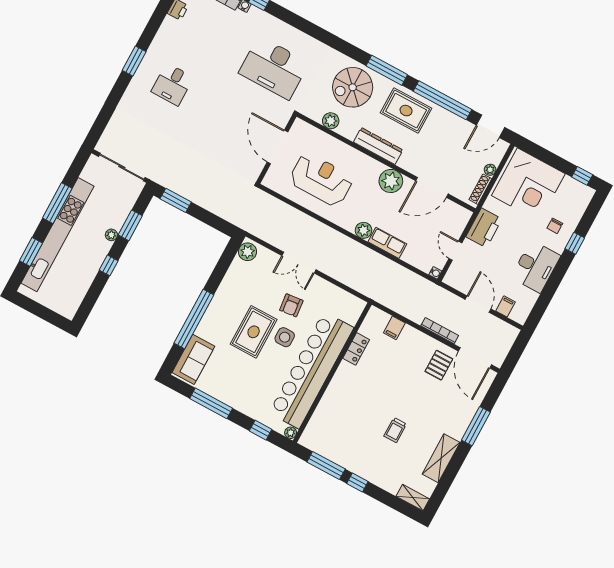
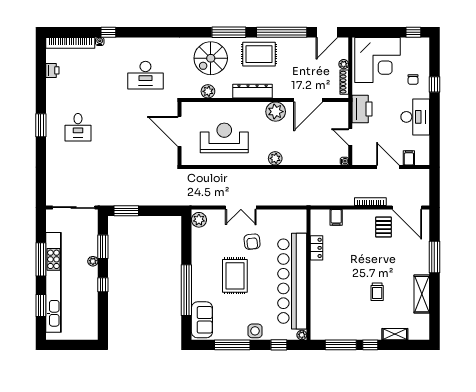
desk: (274, 68) -> (145, 75), width x0.73, depth x0.77
row of seats: (387, 243) -> (298, 158), removed
side table: (285, 337) -> (255, 331), moved
shelving: (413, 498) -> (395, 334), moved

